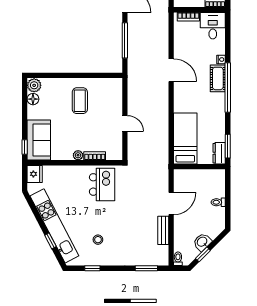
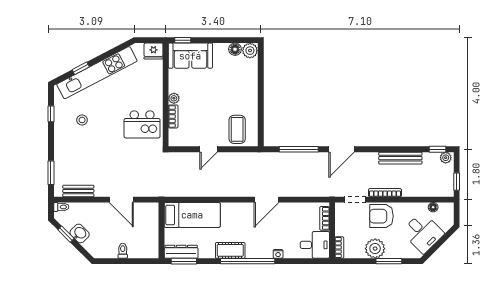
cot: (218, 78) -> (230, 250), moved
coffee table: (80, 101) -> (237, 129), moved, turned 90
dresser: (219, 153) -> (181, 252), width x1.44
bench: (163, 230) -> (78, 191), moved

